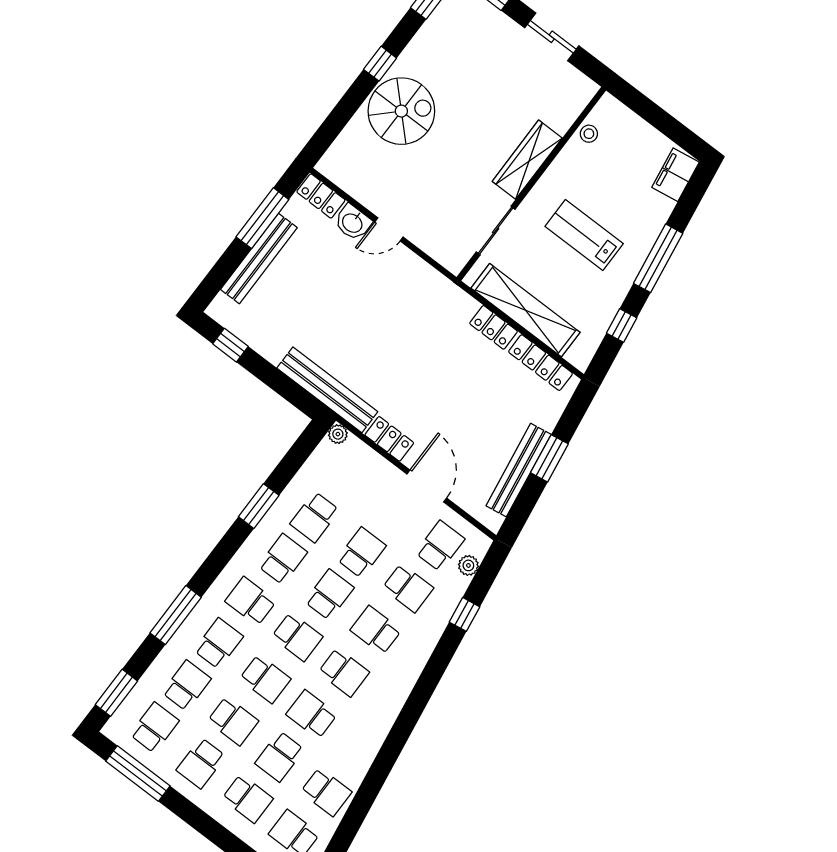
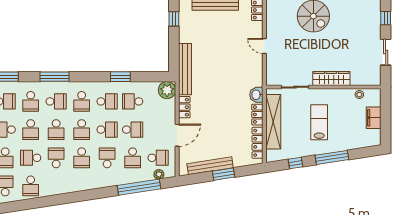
filing cabinet: (675, 175) -> (374, 118), moved, turned -81
washbasin: (353, 222) -> (256, 95), moved
plant: (338, 434) -> (167, 90), width x1.87, depth x1.87
school desk: (251, 601) -> (82, 101), turned 180
window: (464, 614) -> (139, 187), width x3.17
school desk: (186, 686) -> (31, 101), turned 90

